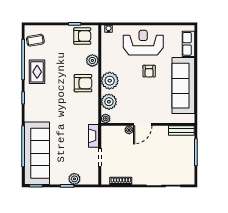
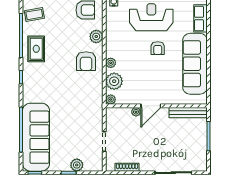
plant: (110, 81) -> (111, 63), width x0.53, depth x0.53
armchair: (83, 83) -> (86, 61), turned 90
bench: (181, 131) -> (188, 113), width x1.36
fireplace: (94, 136) -> (97, 118), removed

